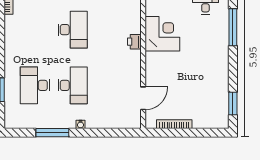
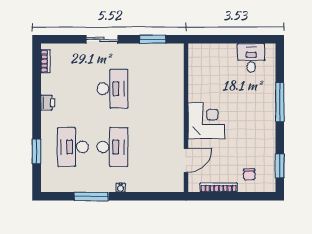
window: (233, 27) -> (280, 102), moved
corner desk: (162, 34) -> (206, 121), moved
printer: (134, 42) -> (48, 103), moved, turned 180
chair: (204, 112) -> (249, 174), added

